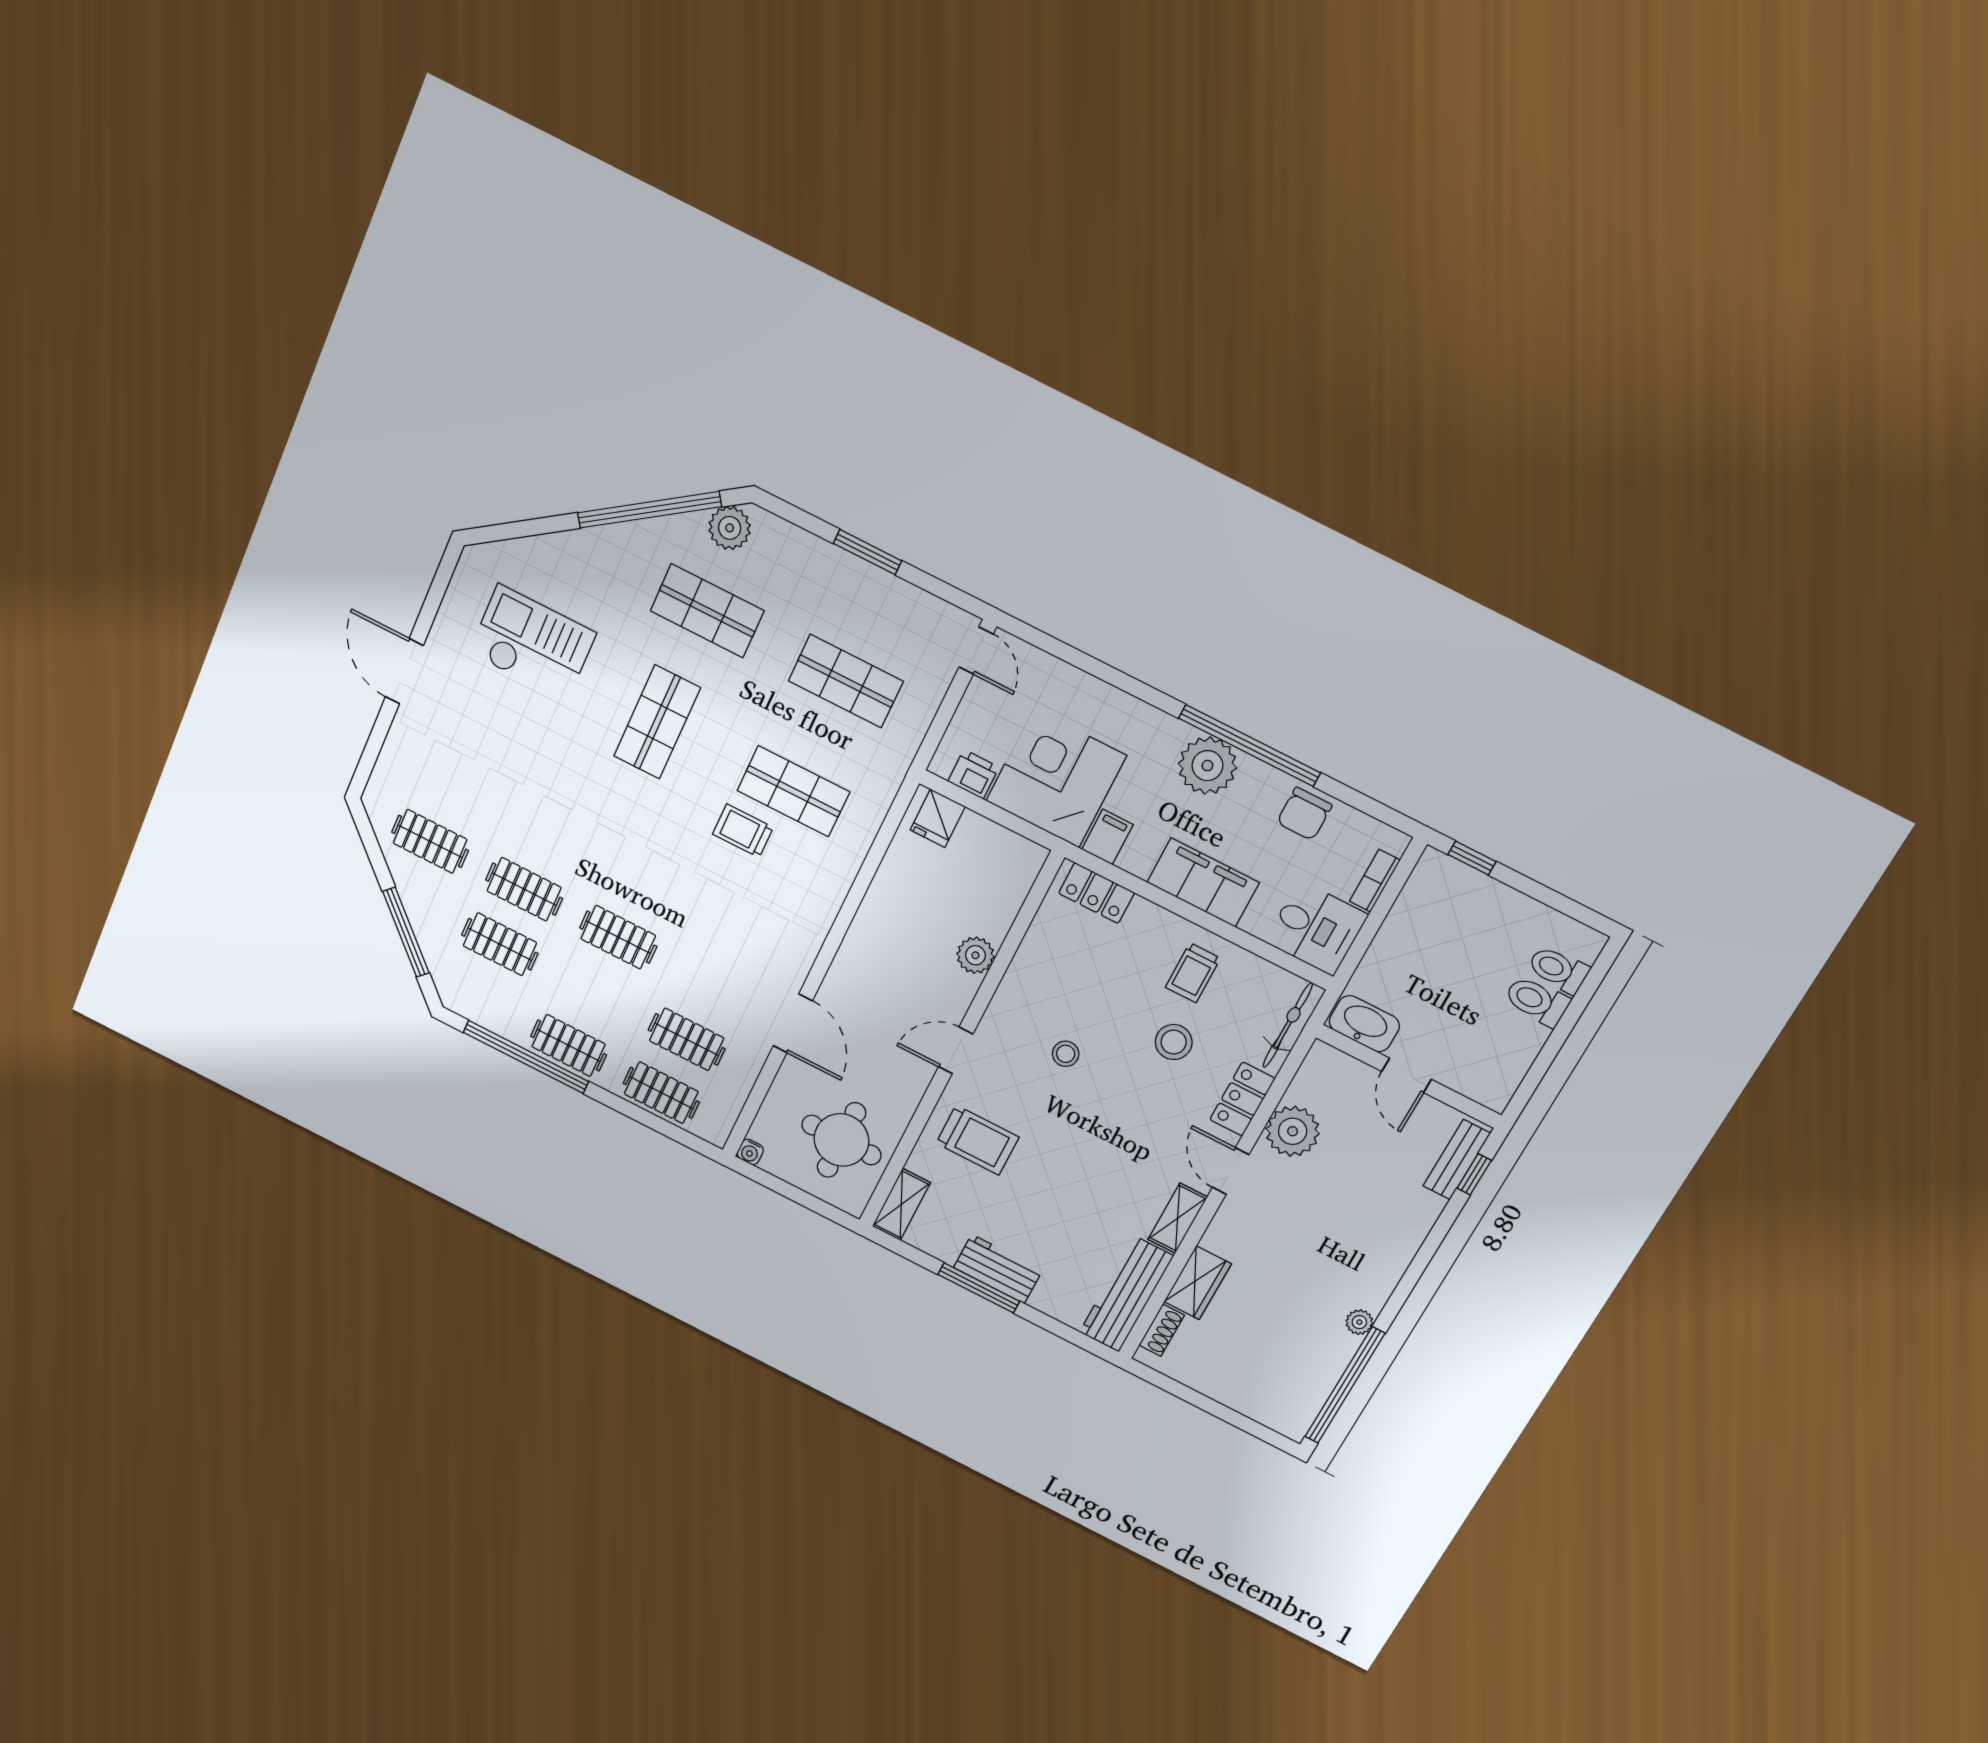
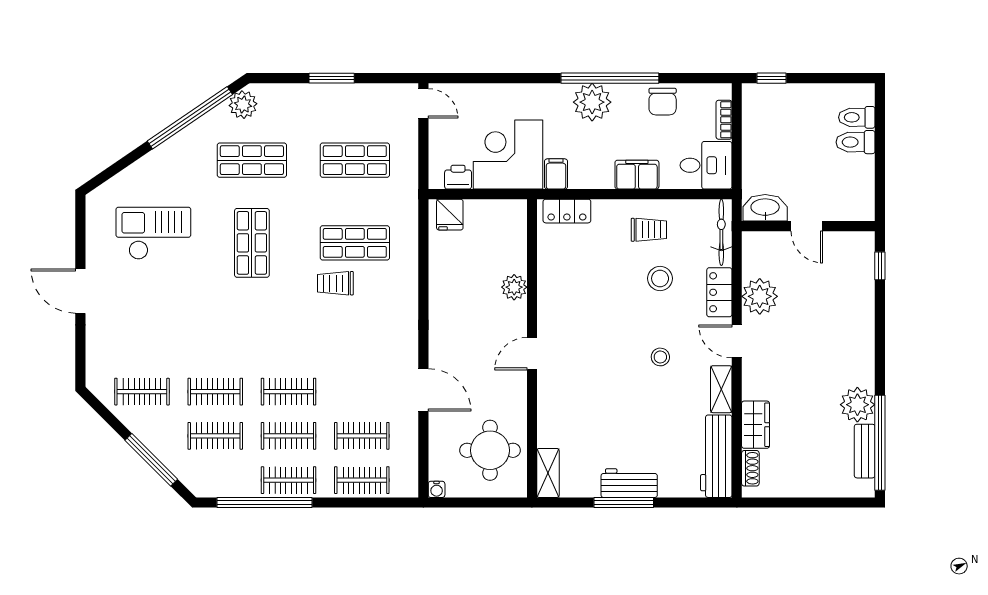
filing cabinet: (1203, 882) -> (637, 175), width x0.67, depth x0.86
trolley: (1193, 973) -> (649, 230), turned -90
clothes rail: (593, 992) -> (289, 436), added
stool: (1066, 1054) -> (660, 357), moved
trolley: (978, 1140) -> (574, 405), removed
bench: (1457, 1160) -> (865, 451), moved
plant: (1359, 1322) -> (857, 405), width x1.87, depth x1.87

